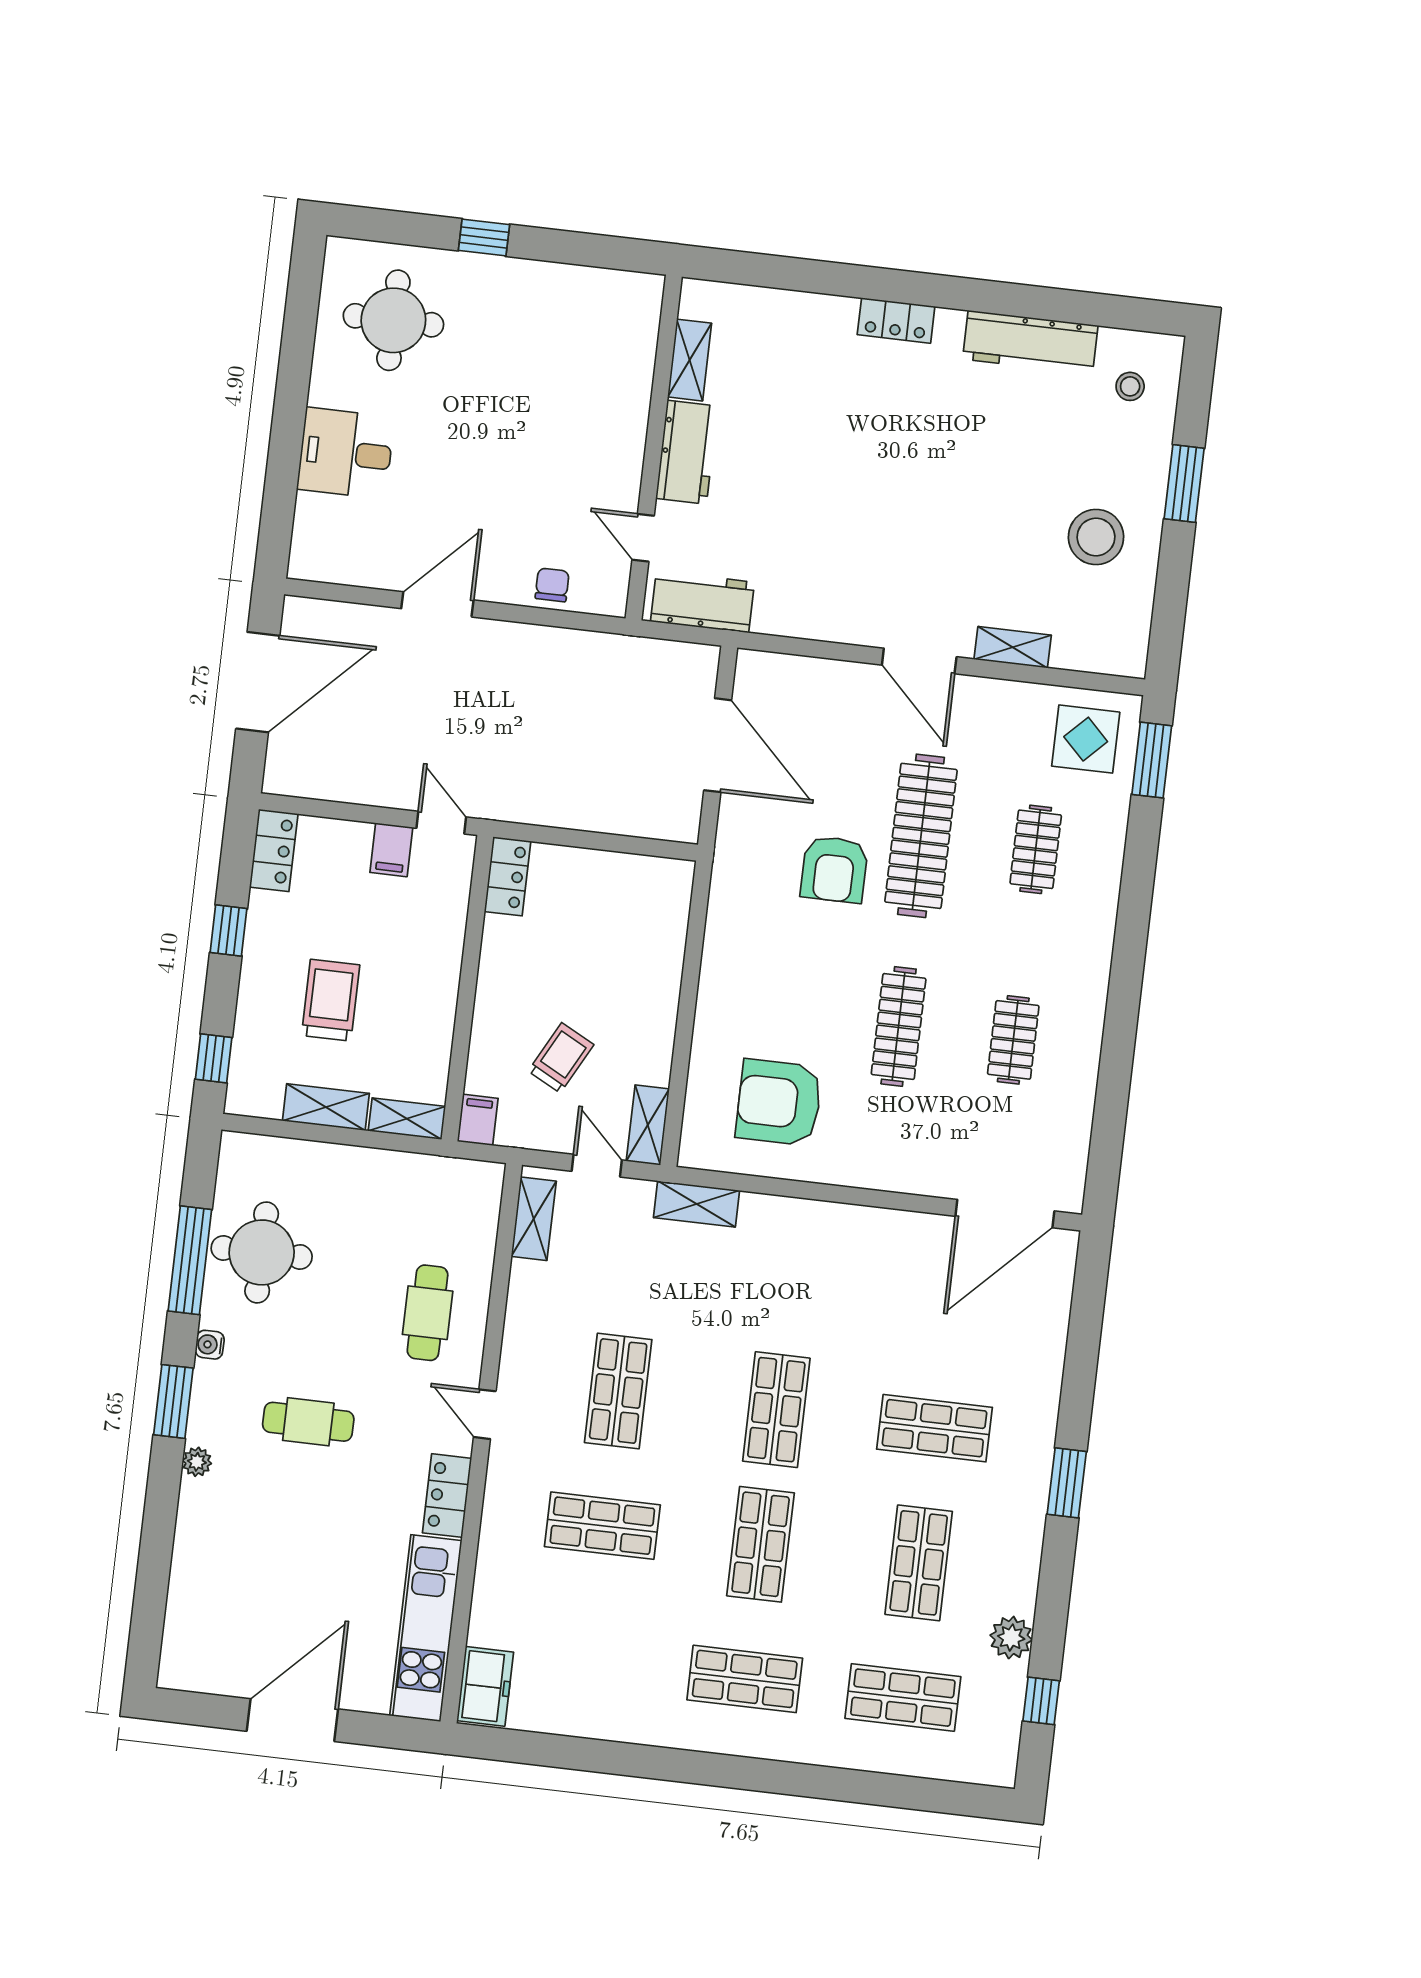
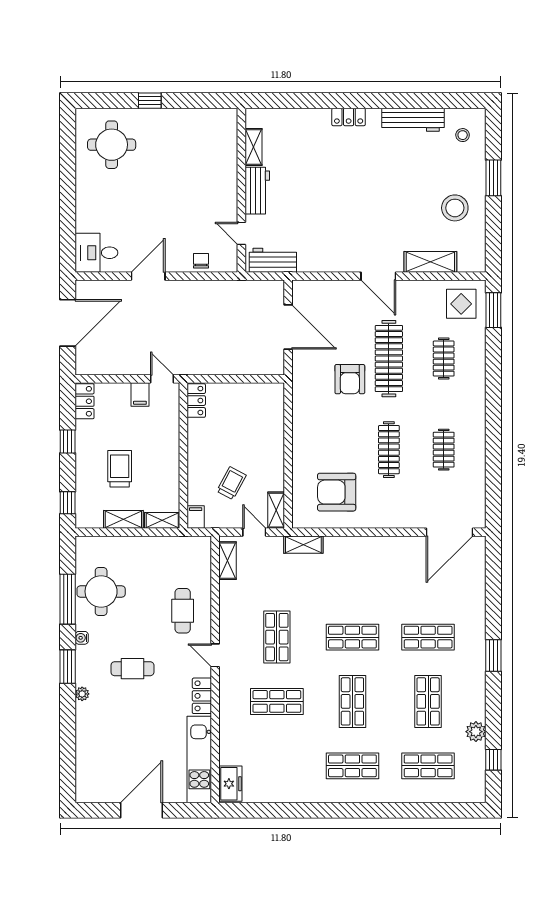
desk: (346, 453) -> (96, 253), moved
shelving: (1013, 647) -> (430, 262), width x1.50, depth x1.33
shop shelf: (776, 1410) -> (352, 637), turned 90

